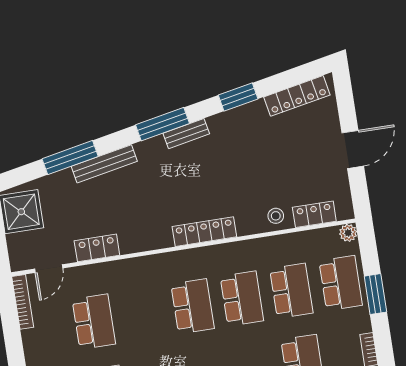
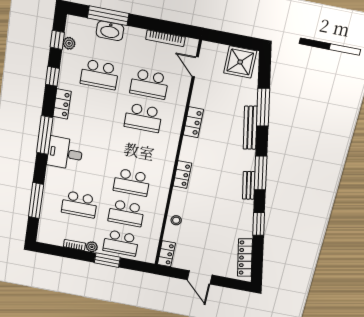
locker: (314, 214) -> (166, 254), moved
locker: (204, 232) -> (182, 175), width x0.66
plant: (348, 233) -> (92, 247), moved
locker: (97, 248) -> (193, 122), moved
bookcase: (23, 302) -> (165, 38), moved
school desk: (193, 306) -> (143, 118), moved

